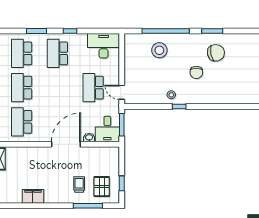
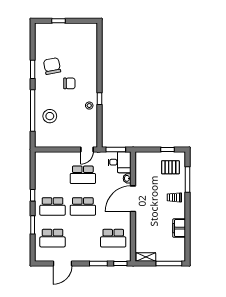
desk: (104, 46) -> (46, 166), removed
school desk: (22, 88) -> (83, 206), moved
door: (66, 144) -> (133, 199), hinge flipped
trolley: (79, 184) -> (174, 197), moved

